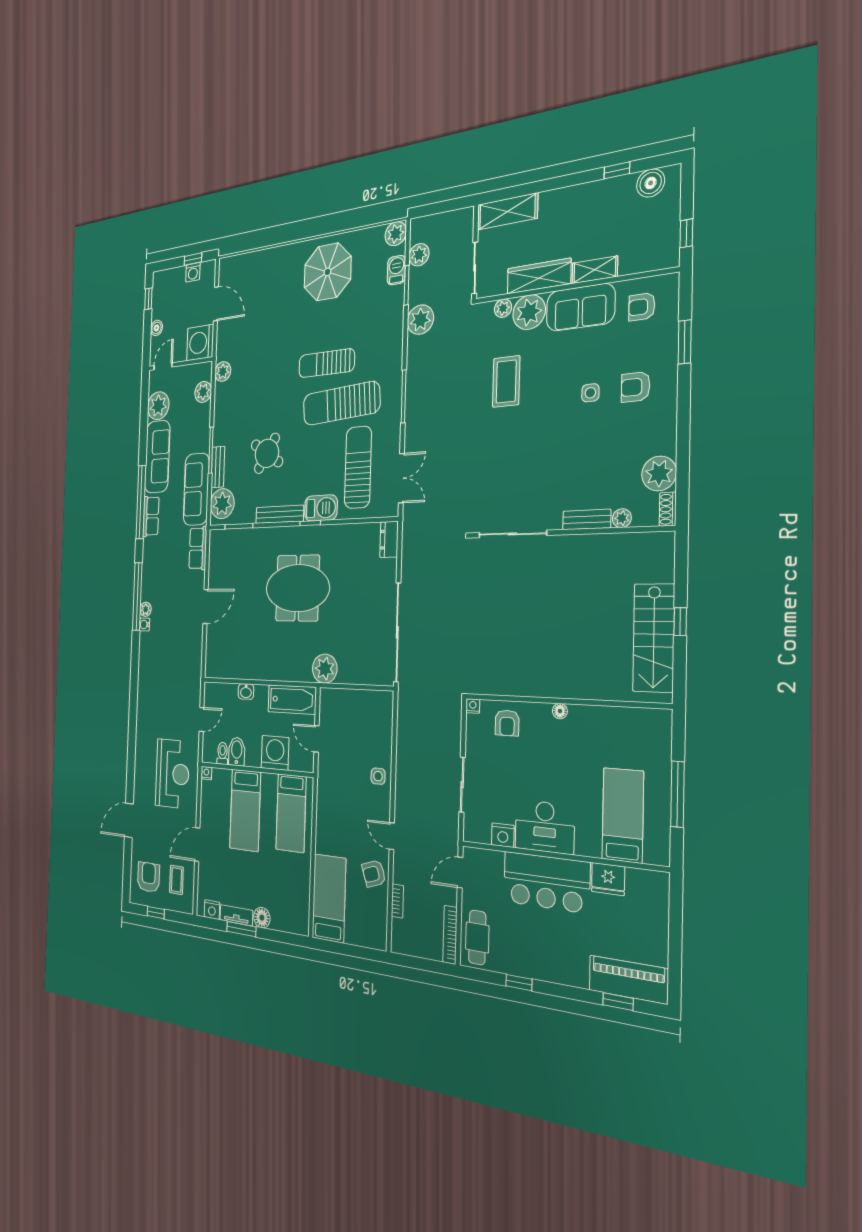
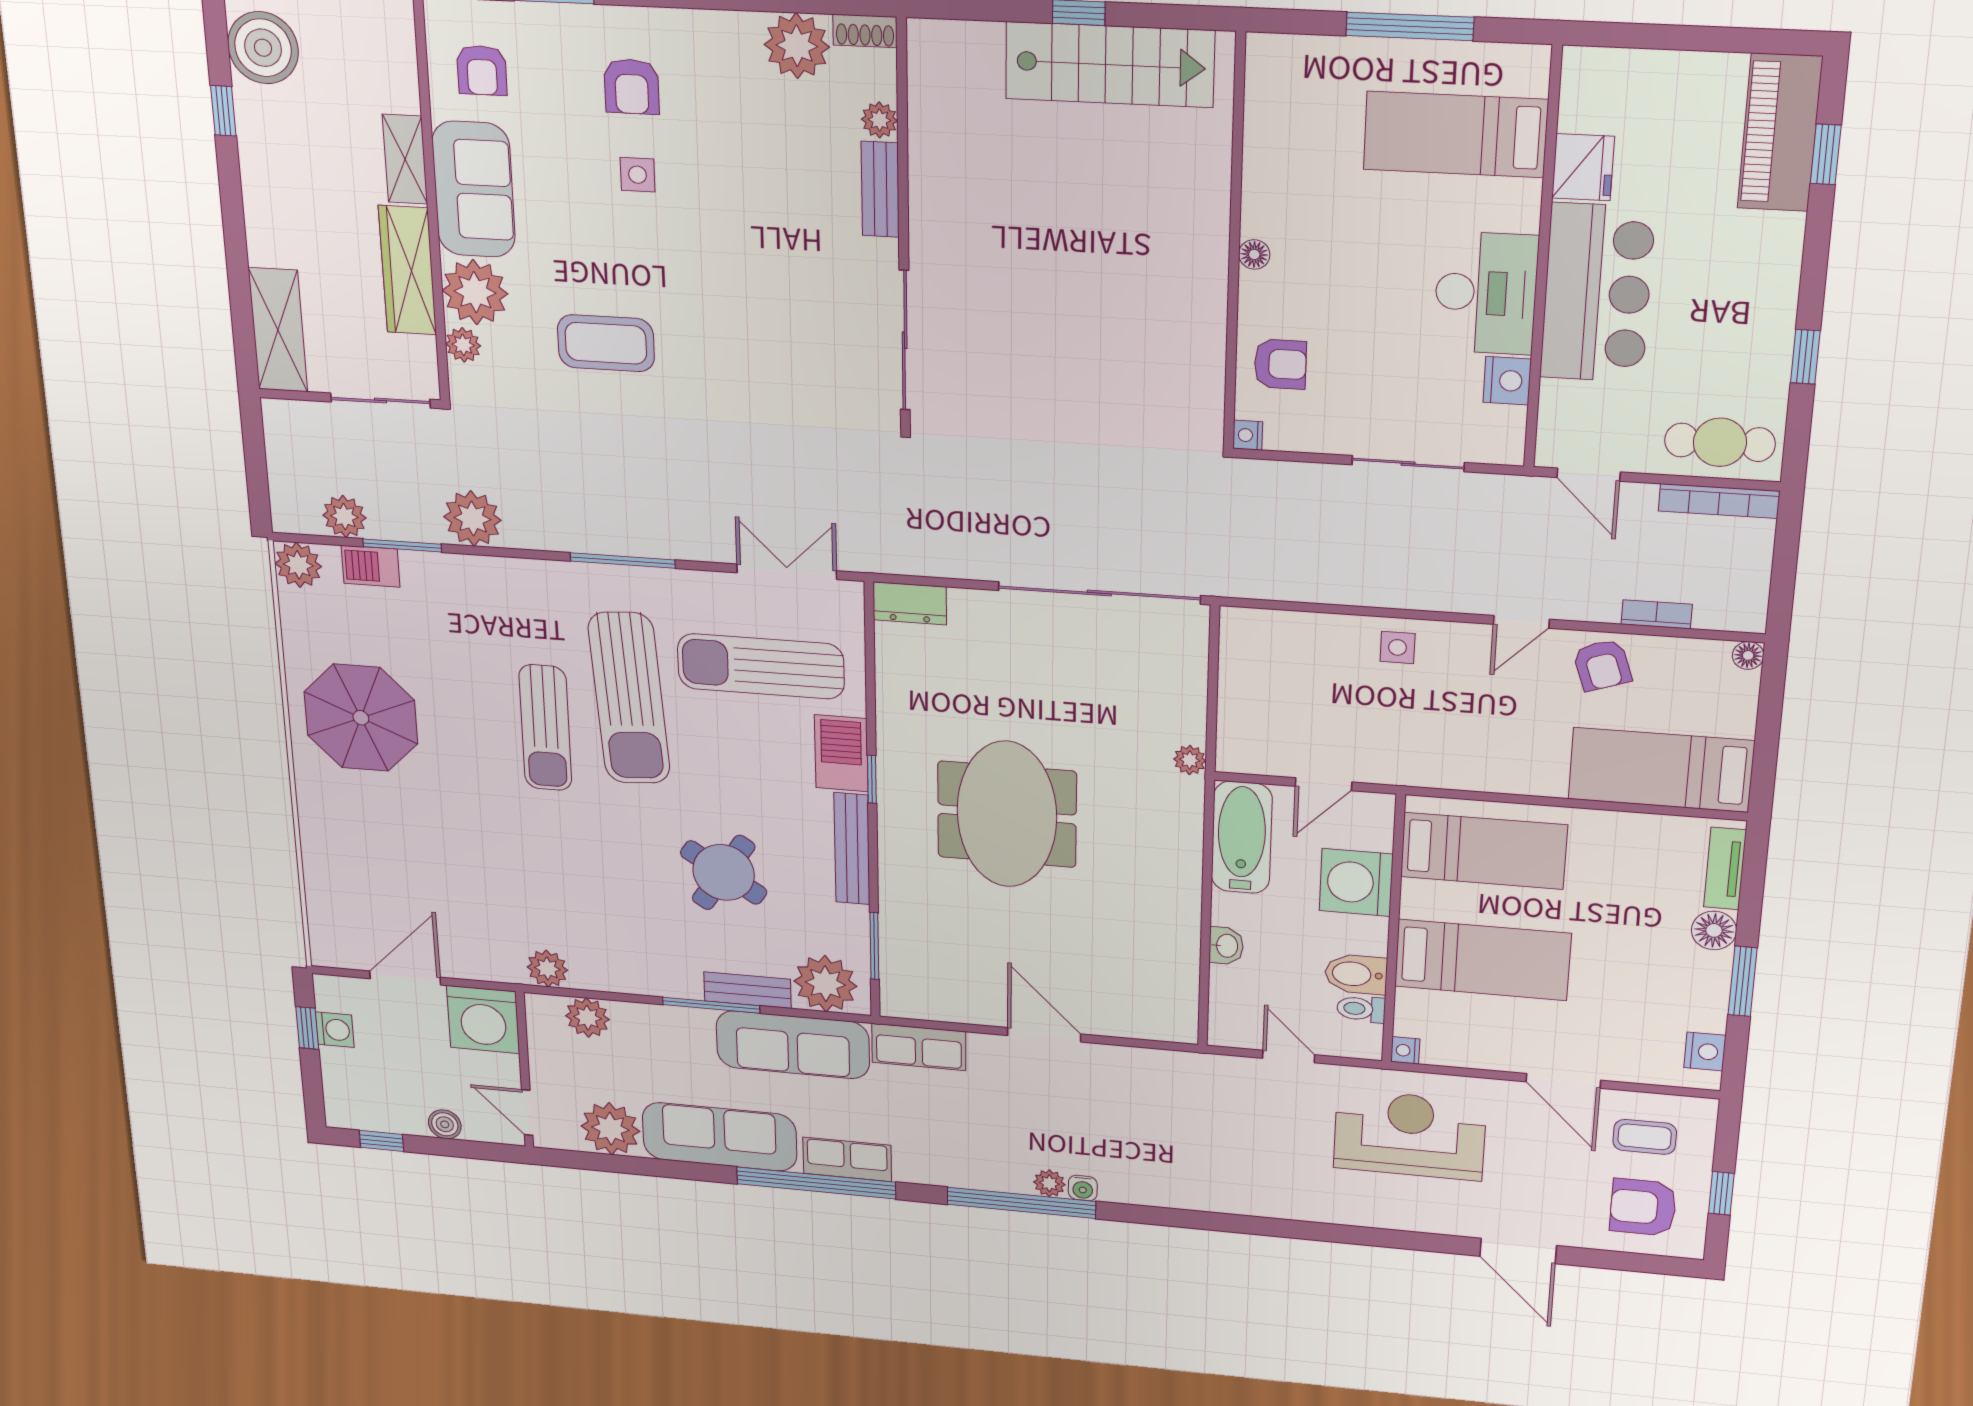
boiler: (651, 183) -> (263, 48), width x1.37, depth x1.37
plant: (325, 669) -> (1190, 760), width x0.53, depth x0.53
tv unit: (236, 915) -> (1725, 869), moved
floor lamp: (381, 943) -> (1748, 655), added

